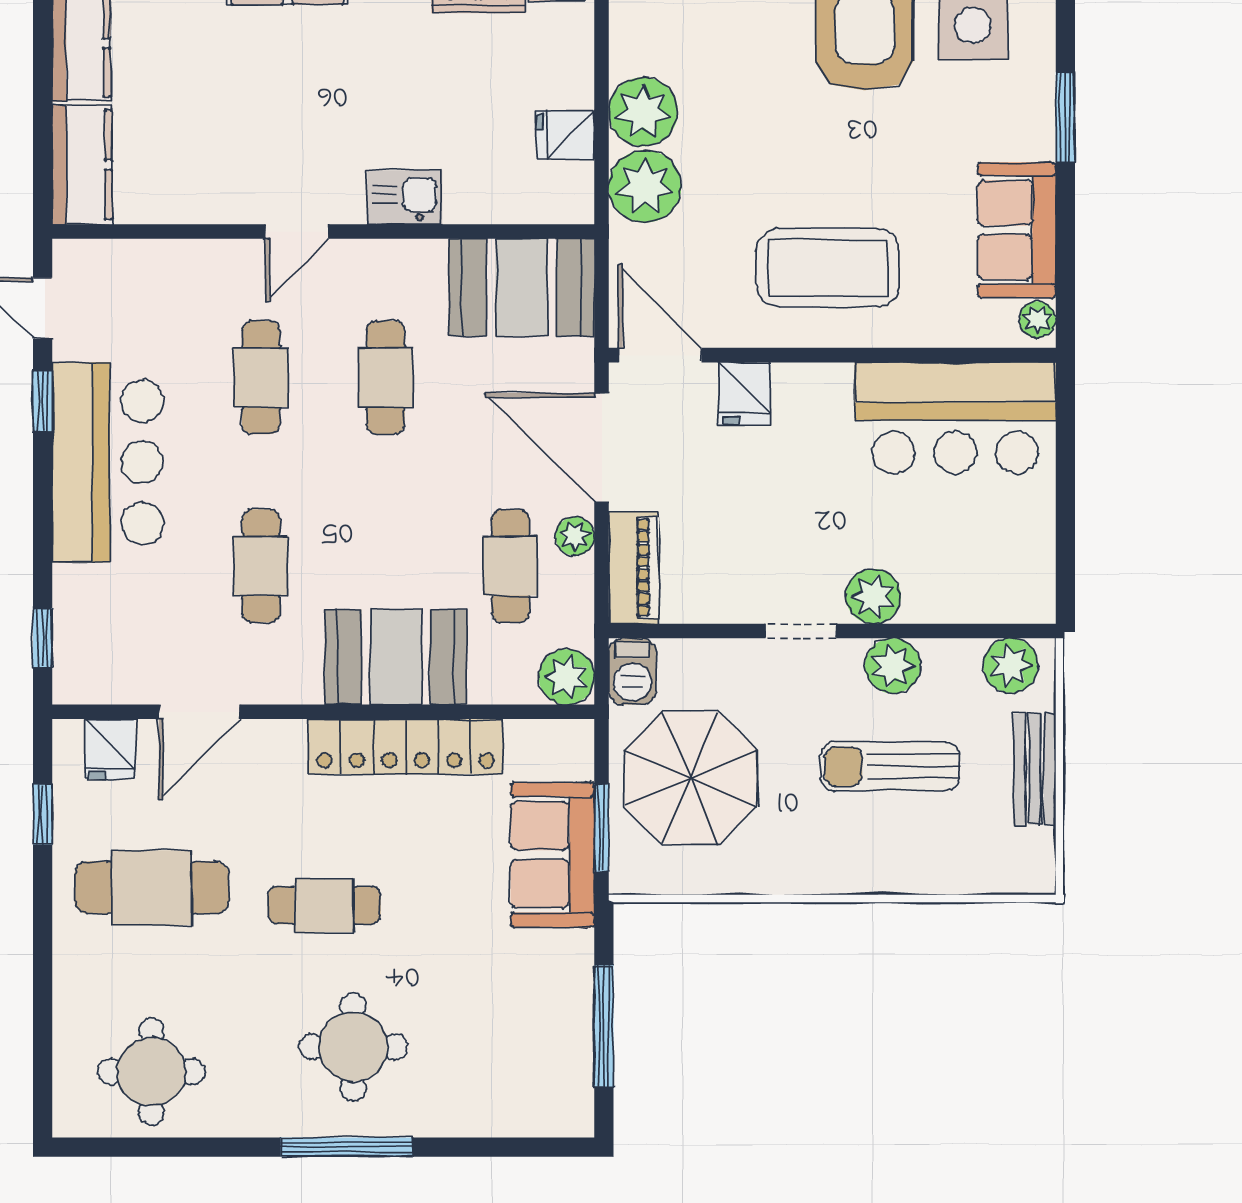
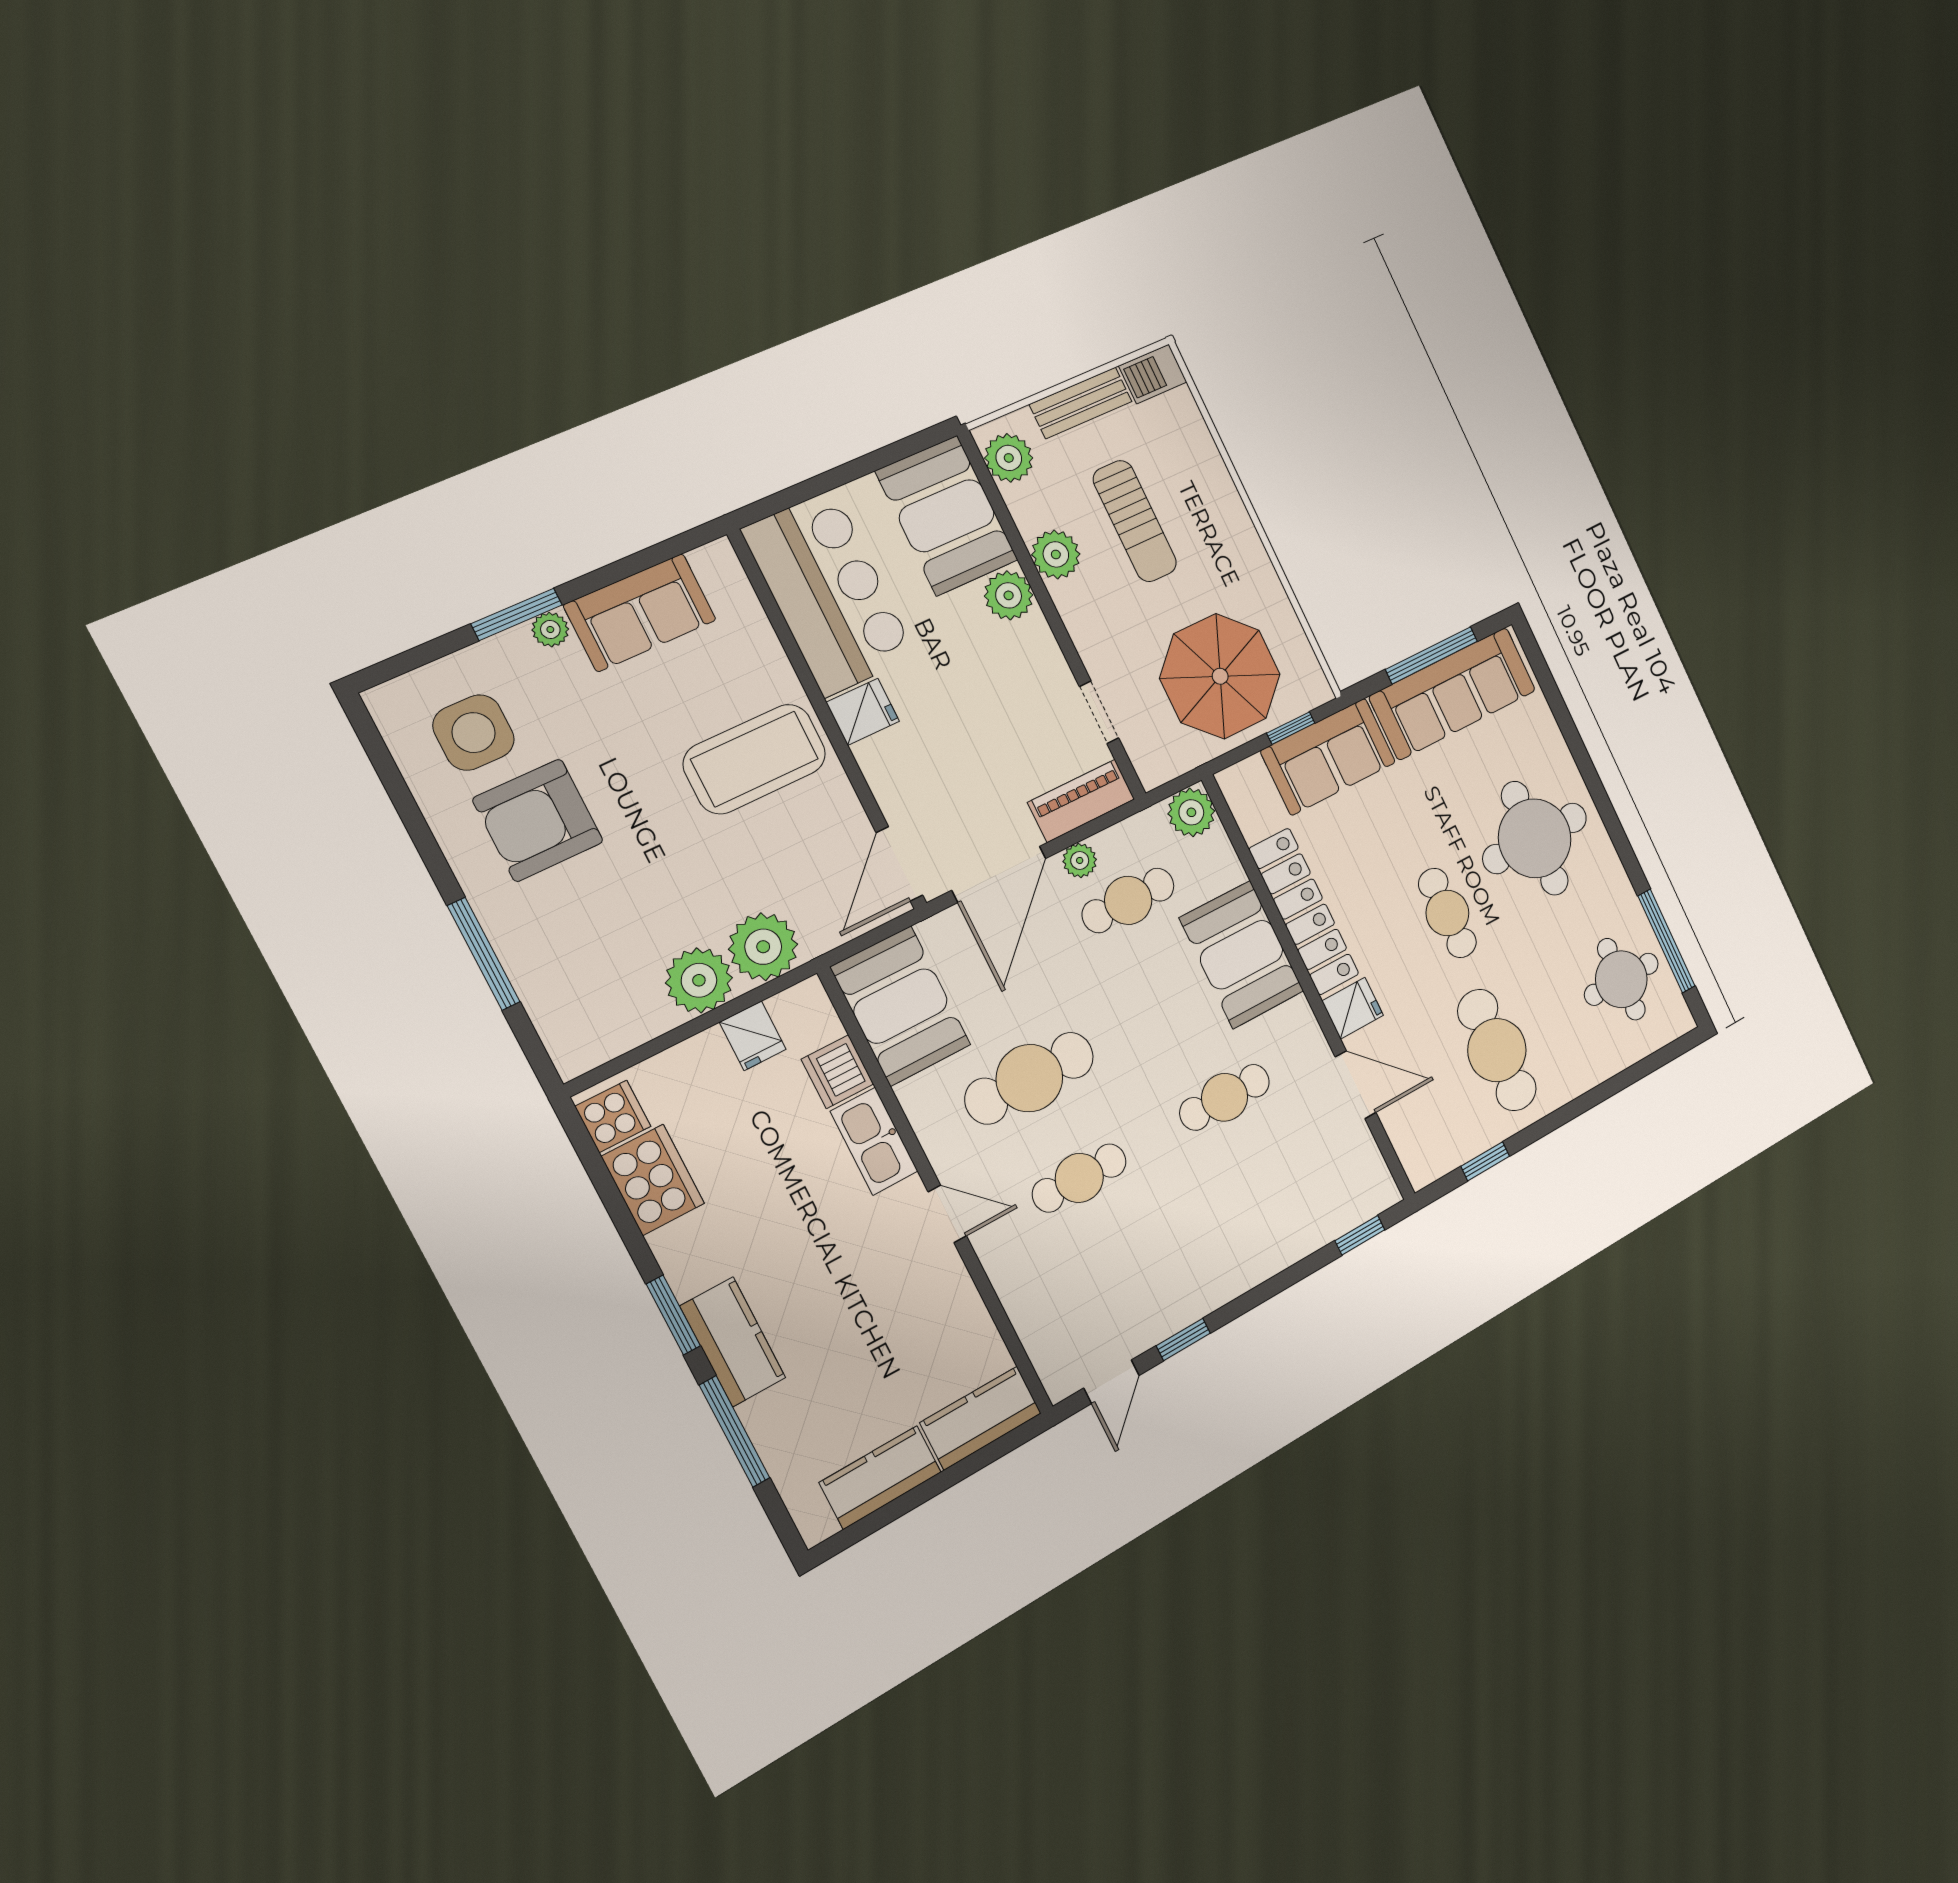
dishwasher: (490, 196) -> (837, 1072), added
kitchen sink: (405, 197) -> (874, 1141), width x1.38
coffee table: (828, 267) -> (755, 759), turned 90
plant: (1038, 319) -> (550, 630), moved
cafe table: (386, 377) -> (1029, 1078), width x1.37, depth x1.35
fridge: (745, 393) -> (863, 712), moved
bar counter: (108, 462) -> (1205, 1261), removed
booth: (980, 573) -> (947, 516), added
doorway: (801, 631) -> (1099, 712), moved
barbecue: (632, 671) -> (1153, 374), moved, turned 180
fridge: (110, 749) -> (1353, 1008), moved
window: (602, 828) -> (1291, 728), width x0.67
sofa: (552, 1030) -> (1453, 693), added
round table: (353, 1047) -> (1535, 838), width x1.36, depth x1.36
window: (347, 1147) -> (1666, 941), moved

